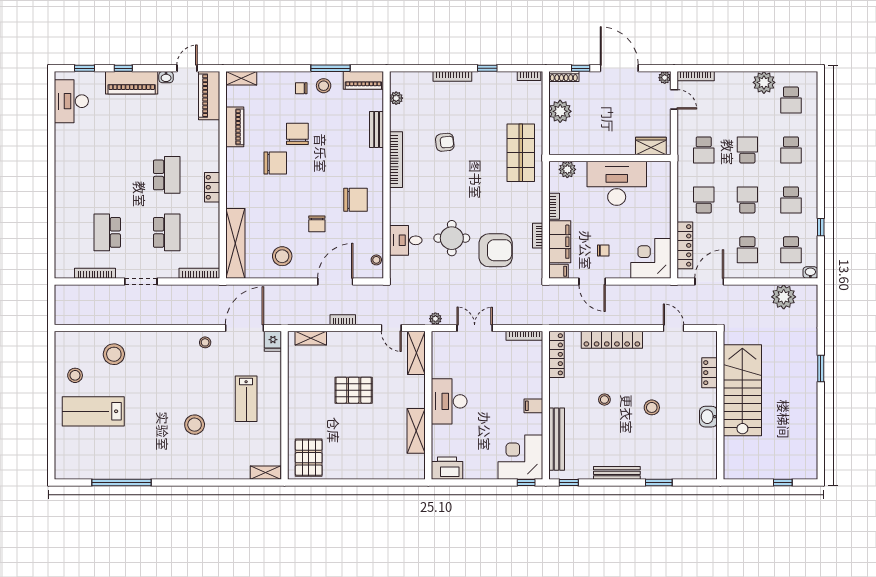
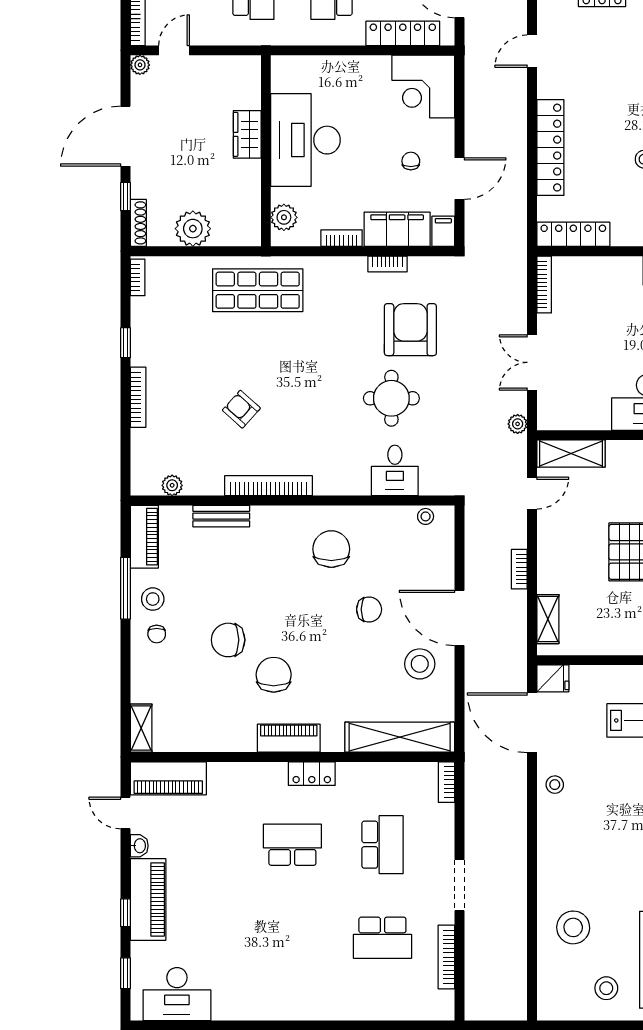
piano: (235, 127) -> (289, 738), moved
armchair: (445, 142) -> (241, 409), turned -42
wardrobe: (651, 146) -> (247, 134), moved
school desk: (167, 232) -> (382, 845), turned 90
bookcase: (199, 273) -> (446, 782), width x0.64
door: (335, 282) -> (459, 618), moved

